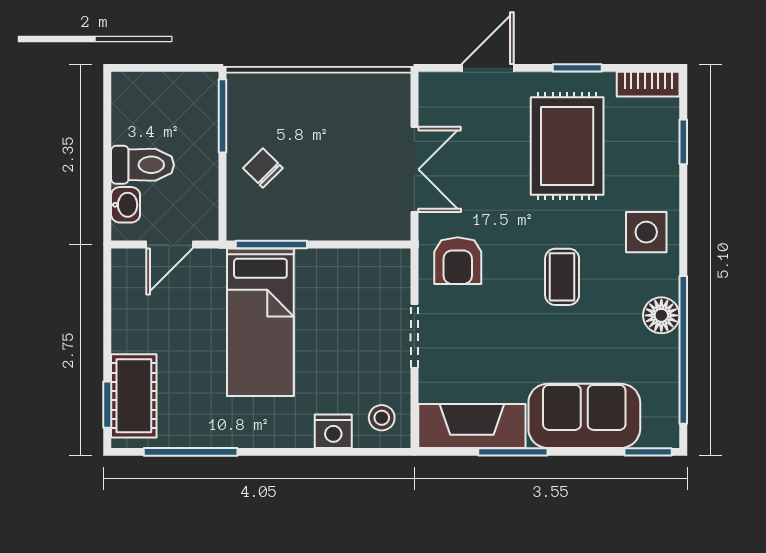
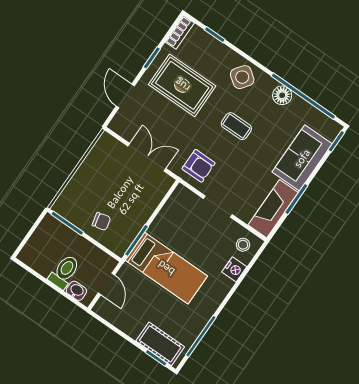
chair: (263, 168) -> (101, 221), turned -148
side table: (646, 232) -> (242, 77), turned 37

